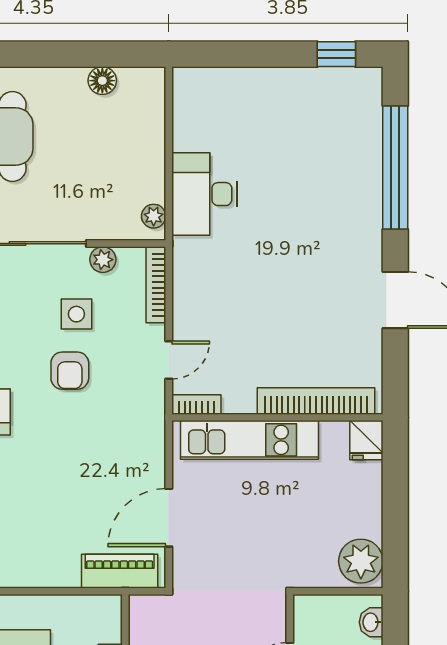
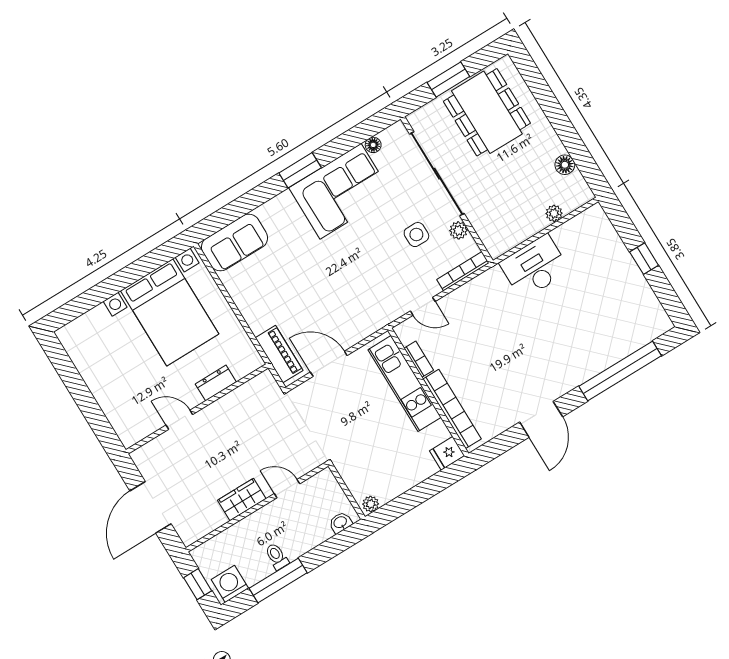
window: (336, 54) -> (644, 259), moved
plant: (154, 216) -> (554, 213), moved
armchair: (70, 371) -> (380, 251), removed
bookcase: (196, 404) -> (419, 359), moved
plant: (361, 561) -> (371, 504), width x0.53, depth x0.53

